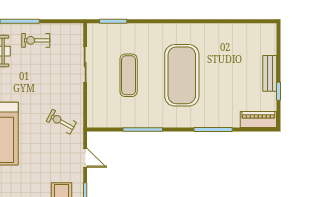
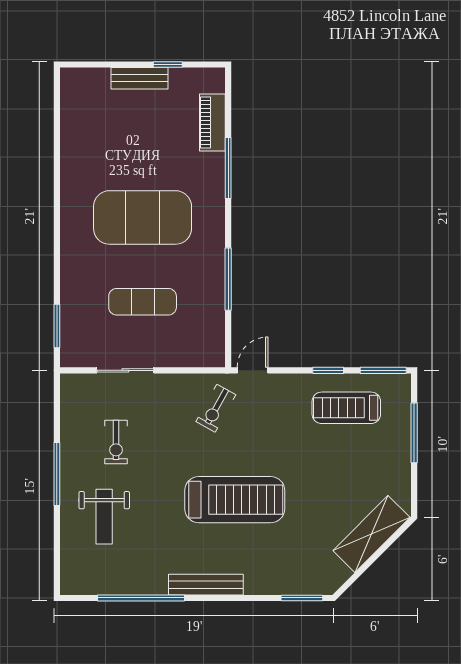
exercise bike: (36, 40) -> (116, 442), moved
piano: (258, 120) -> (212, 122), moved
door: (85, 158) -> (253, 370), moved

